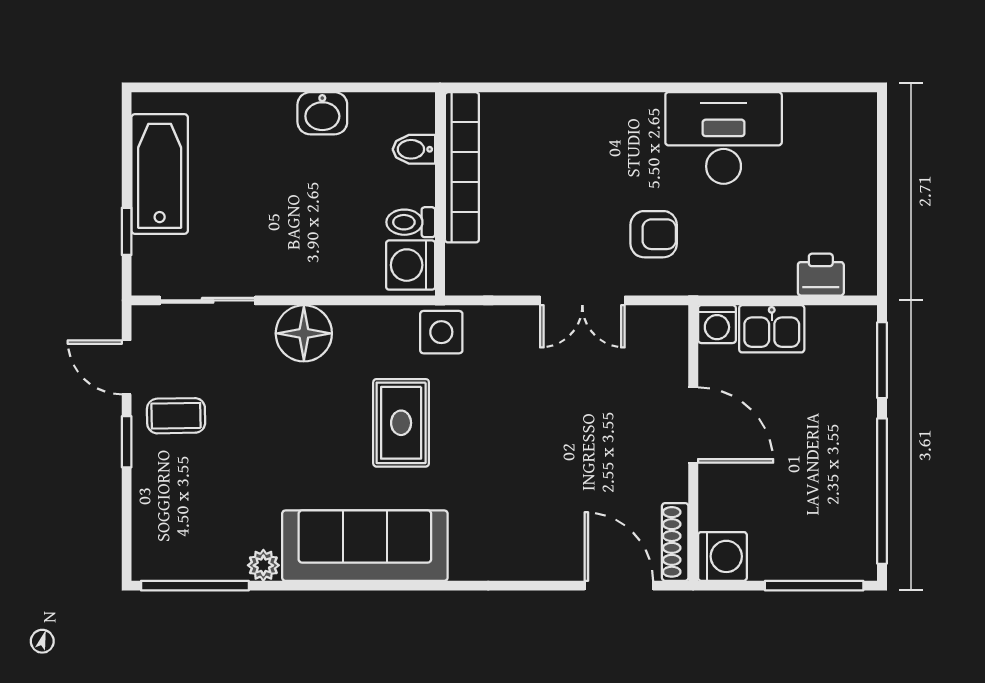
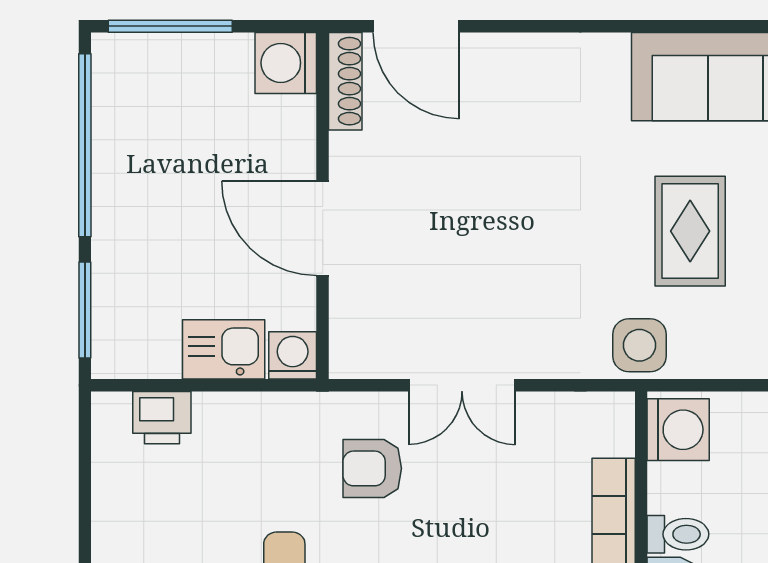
toilet: (411, 222) -> (678, 534), moved
double door: (582, 300) -> (462, 385), swing flipped

